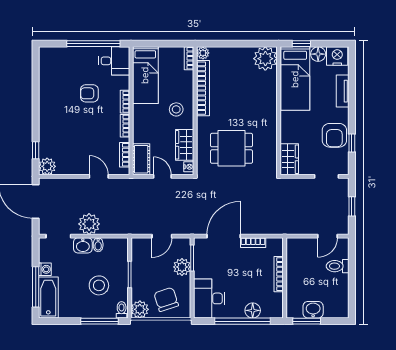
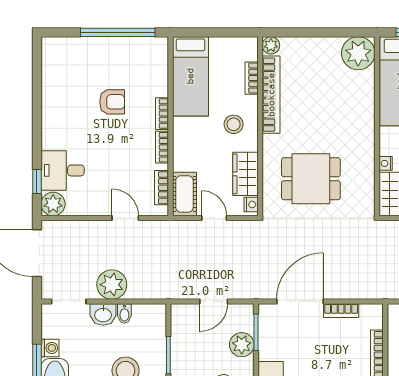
bookcase: (189, 58) -> (252, 78), moved
desk: (114, 61) -> (63, 170), moved, turned 180
armchair: (89, 93) -> (112, 102), turned 180
nightstand: (285, 137) -> (386, 163), added

